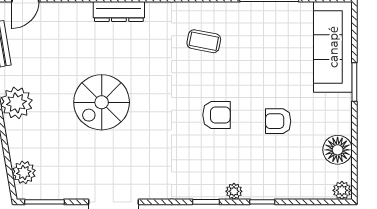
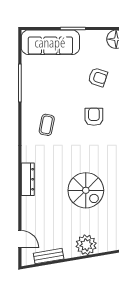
armchair: (278, 121) -> (98, 77), turned -72

